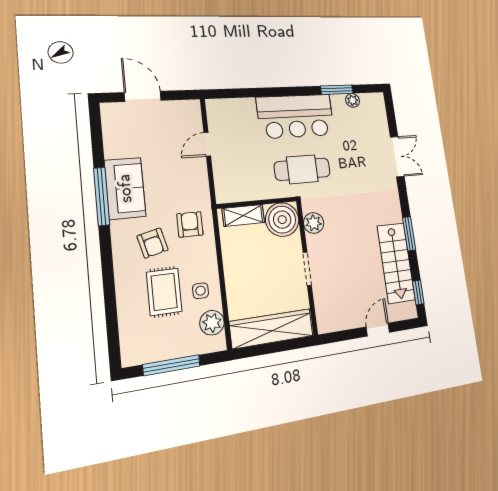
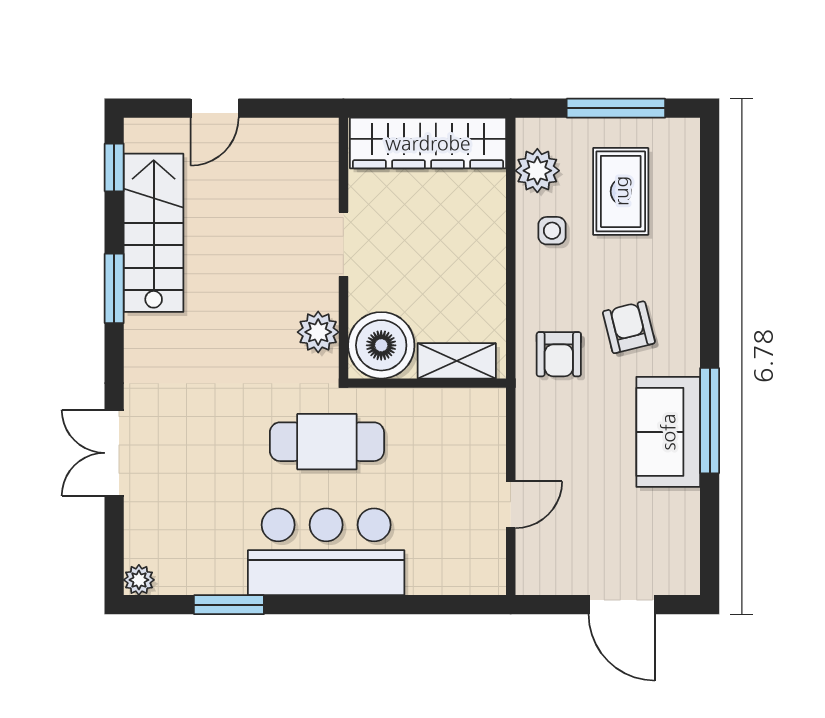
plant: (353, 100) -> (139, 580), moved
rug: (164, 292) -> (621, 191), moved

